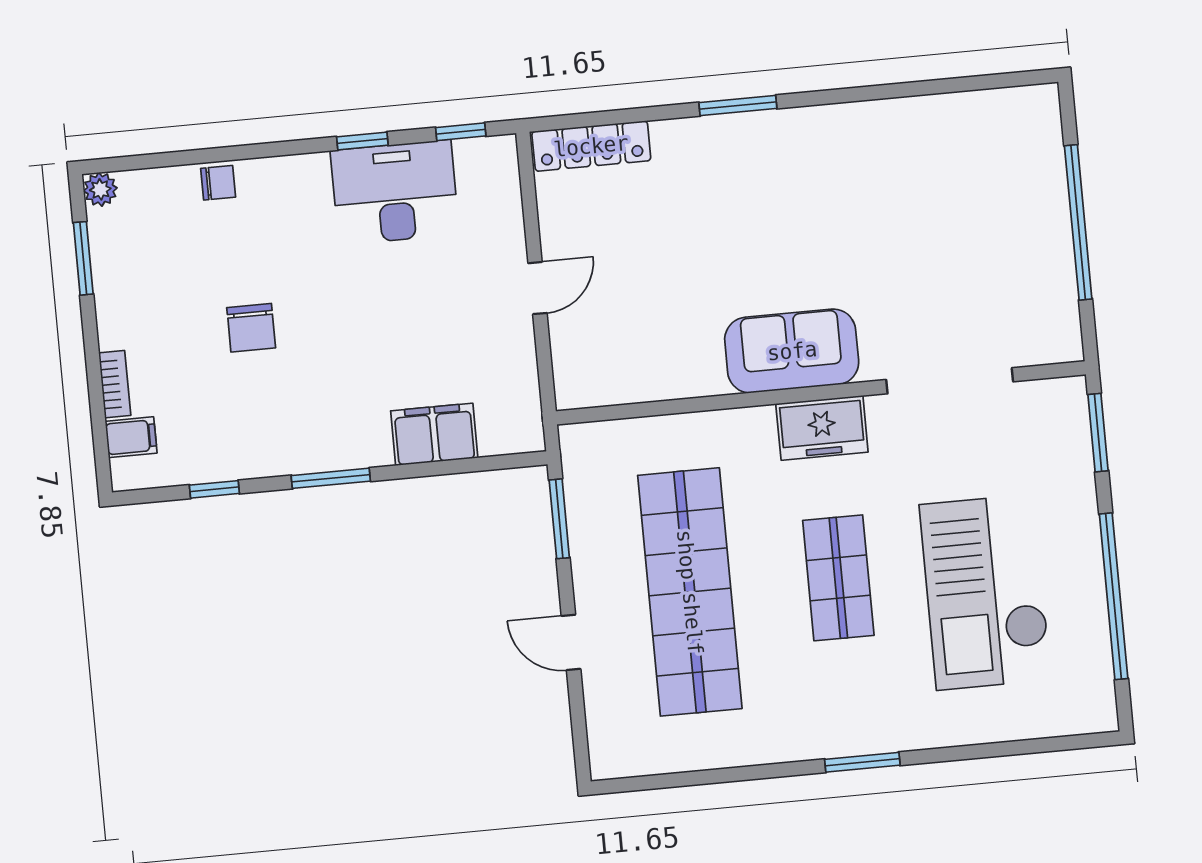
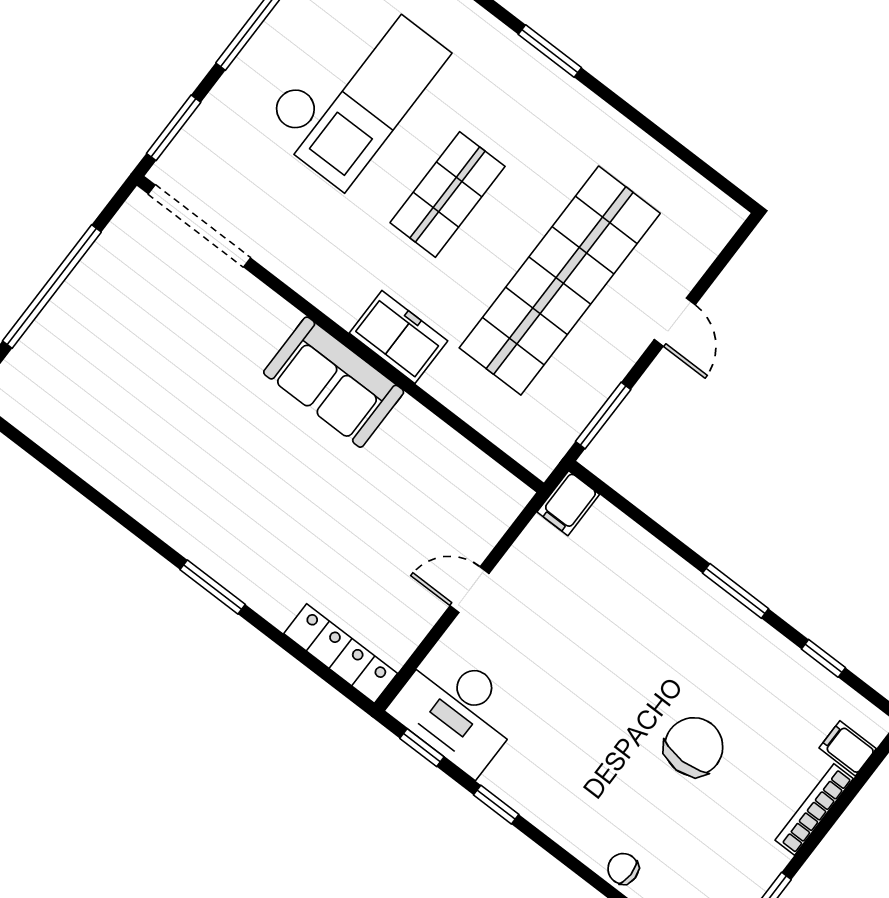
desk: (395, 192) -> (457, 710), moved
chair: (251, 328) -> (694, 747), width x1.37, depth x1.37
doorway: (950, 381) -> (199, 226), moved
bookcase: (115, 384) -> (814, 809), width x1.56
freezer: (822, 428) -> (398, 337), moved
filing cabinet: (434, 434) -> (568, 503), moved, width x0.50

